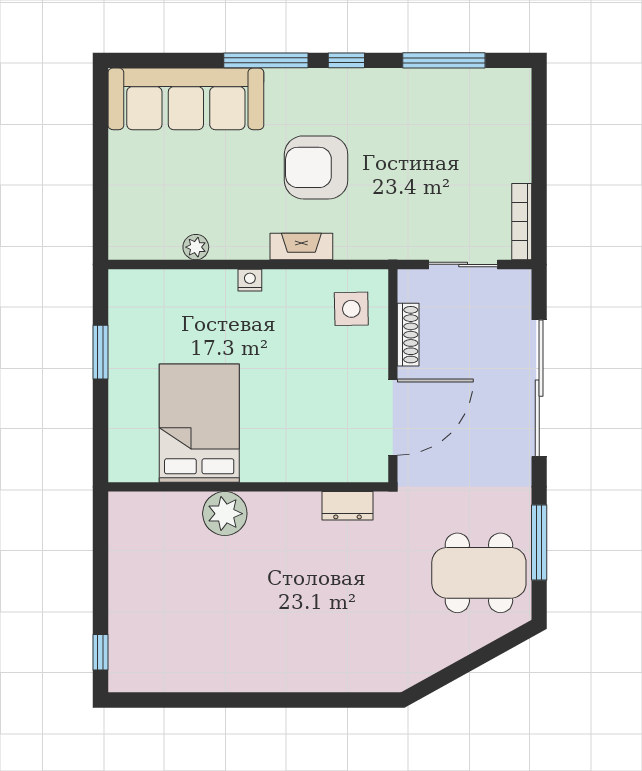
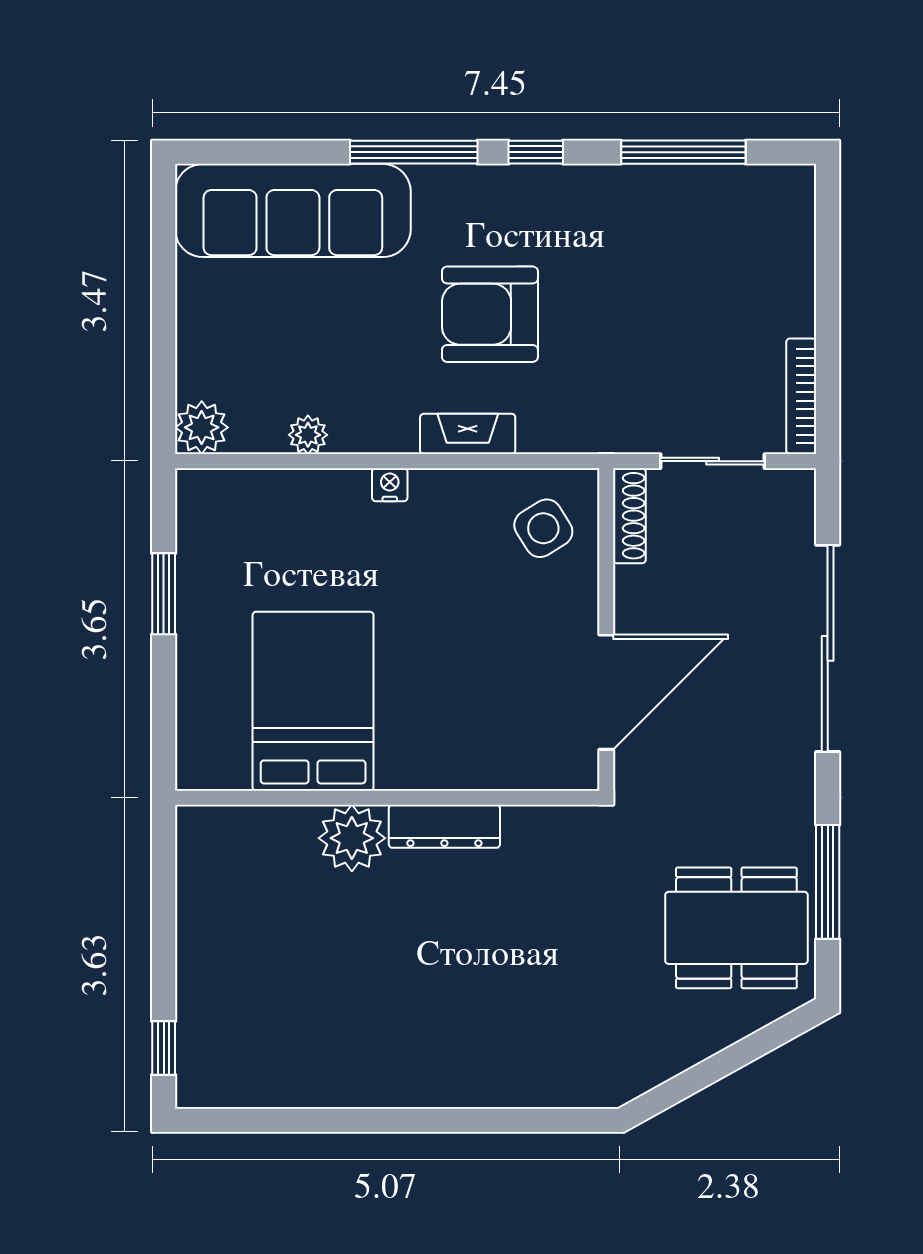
plant: (126, 242) -> (202, 427), added
side table: (351, 309) -> (543, 528), turned -31
shoe rack: (408, 335) -> (629, 516), moved
dresser: (348, 506) -> (444, 826), moved, width x1.44

